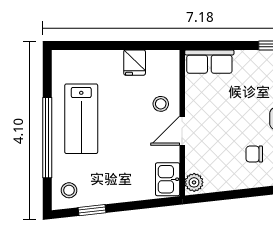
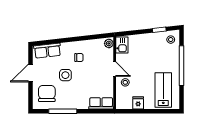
lab bench: (81, 119) -> (163, 90), moved
door: (182, 131) -> (115, 69), hinge flipped

